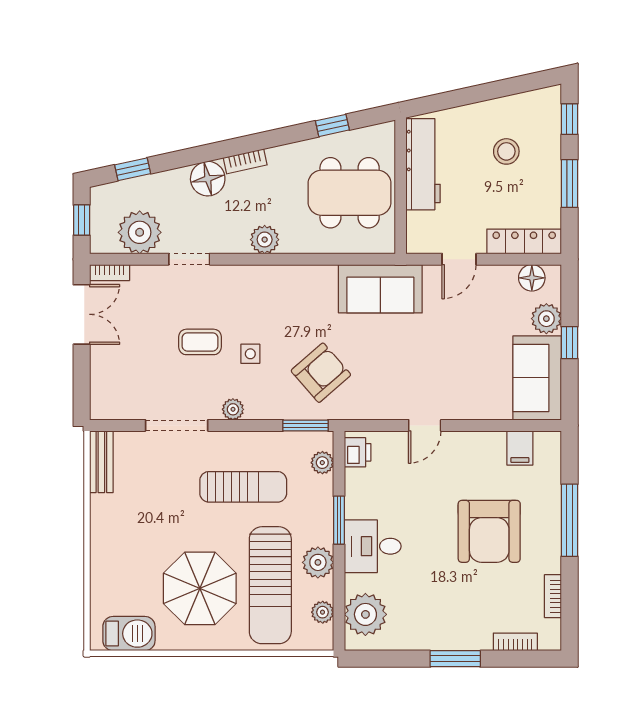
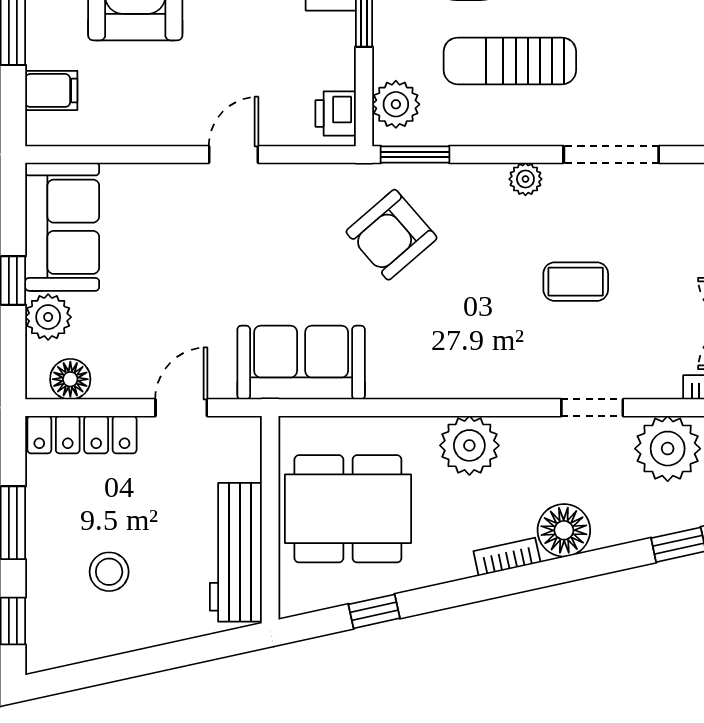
plant: (265, 240) -> (469, 445), width x1.36, depth x1.36
side table: (250, 354) -> (499, 264), removed
filing cabinet: (520, 448) -> (51, 90), moved, turned 90
plant: (322, 463) -> (396, 104), width x1.38, depth x1.38

